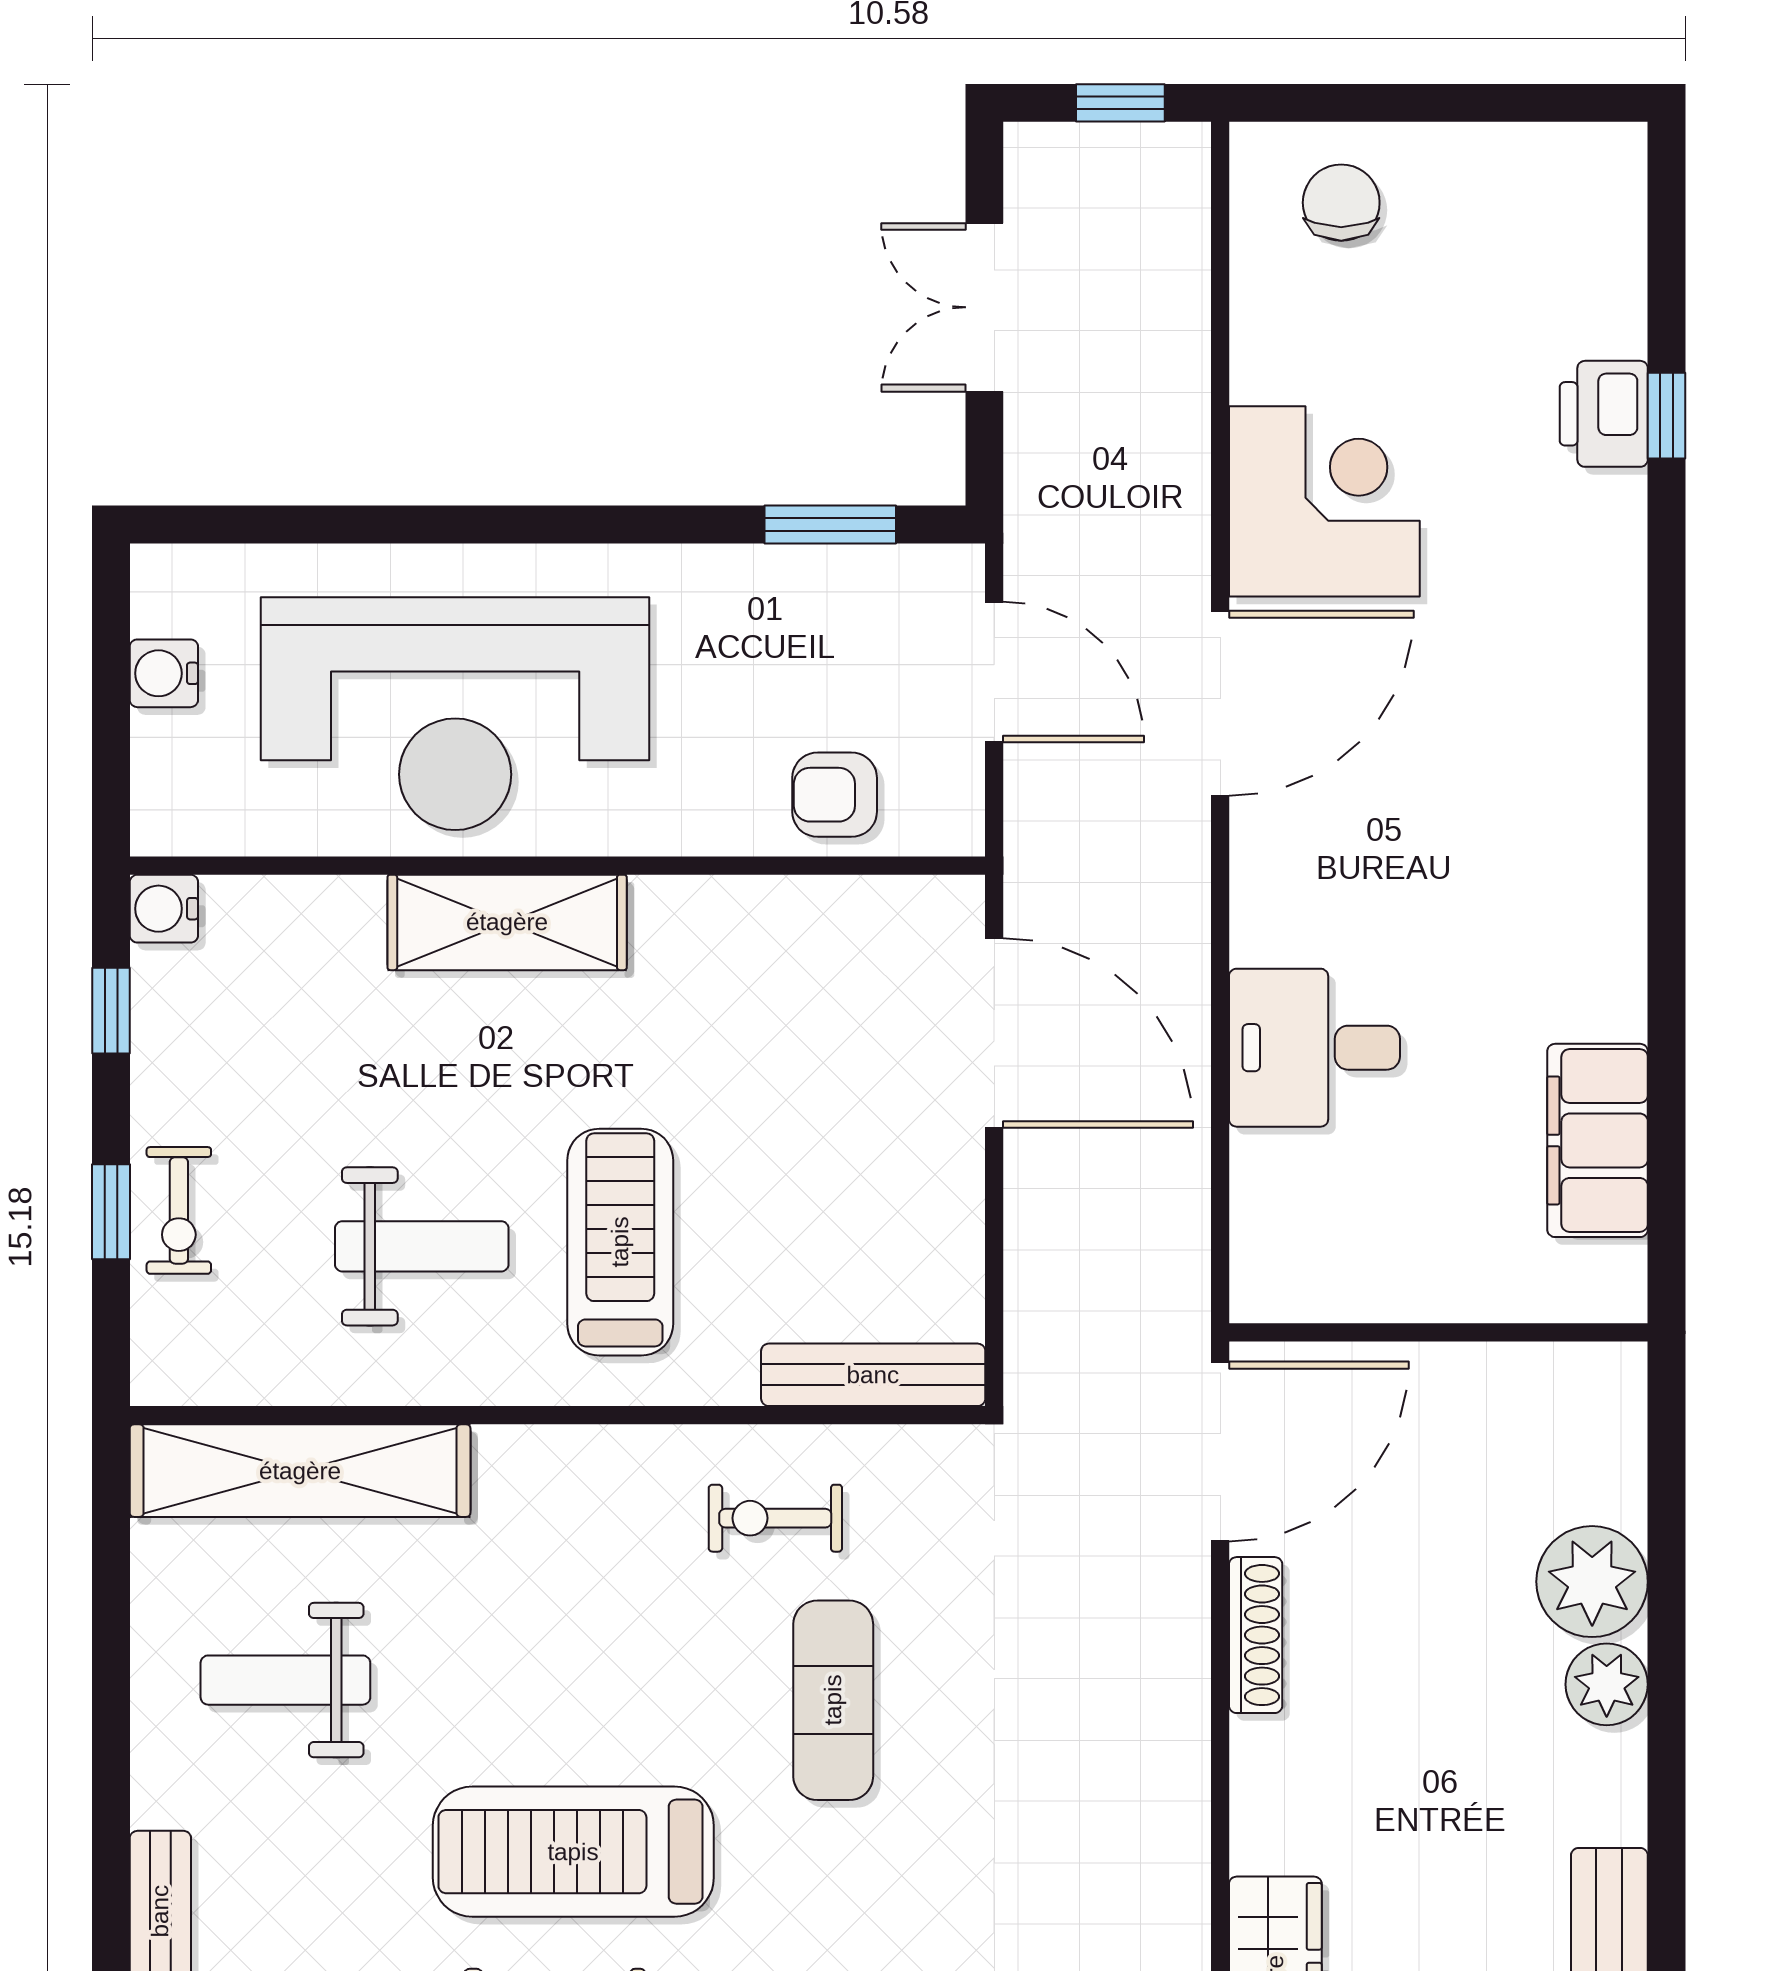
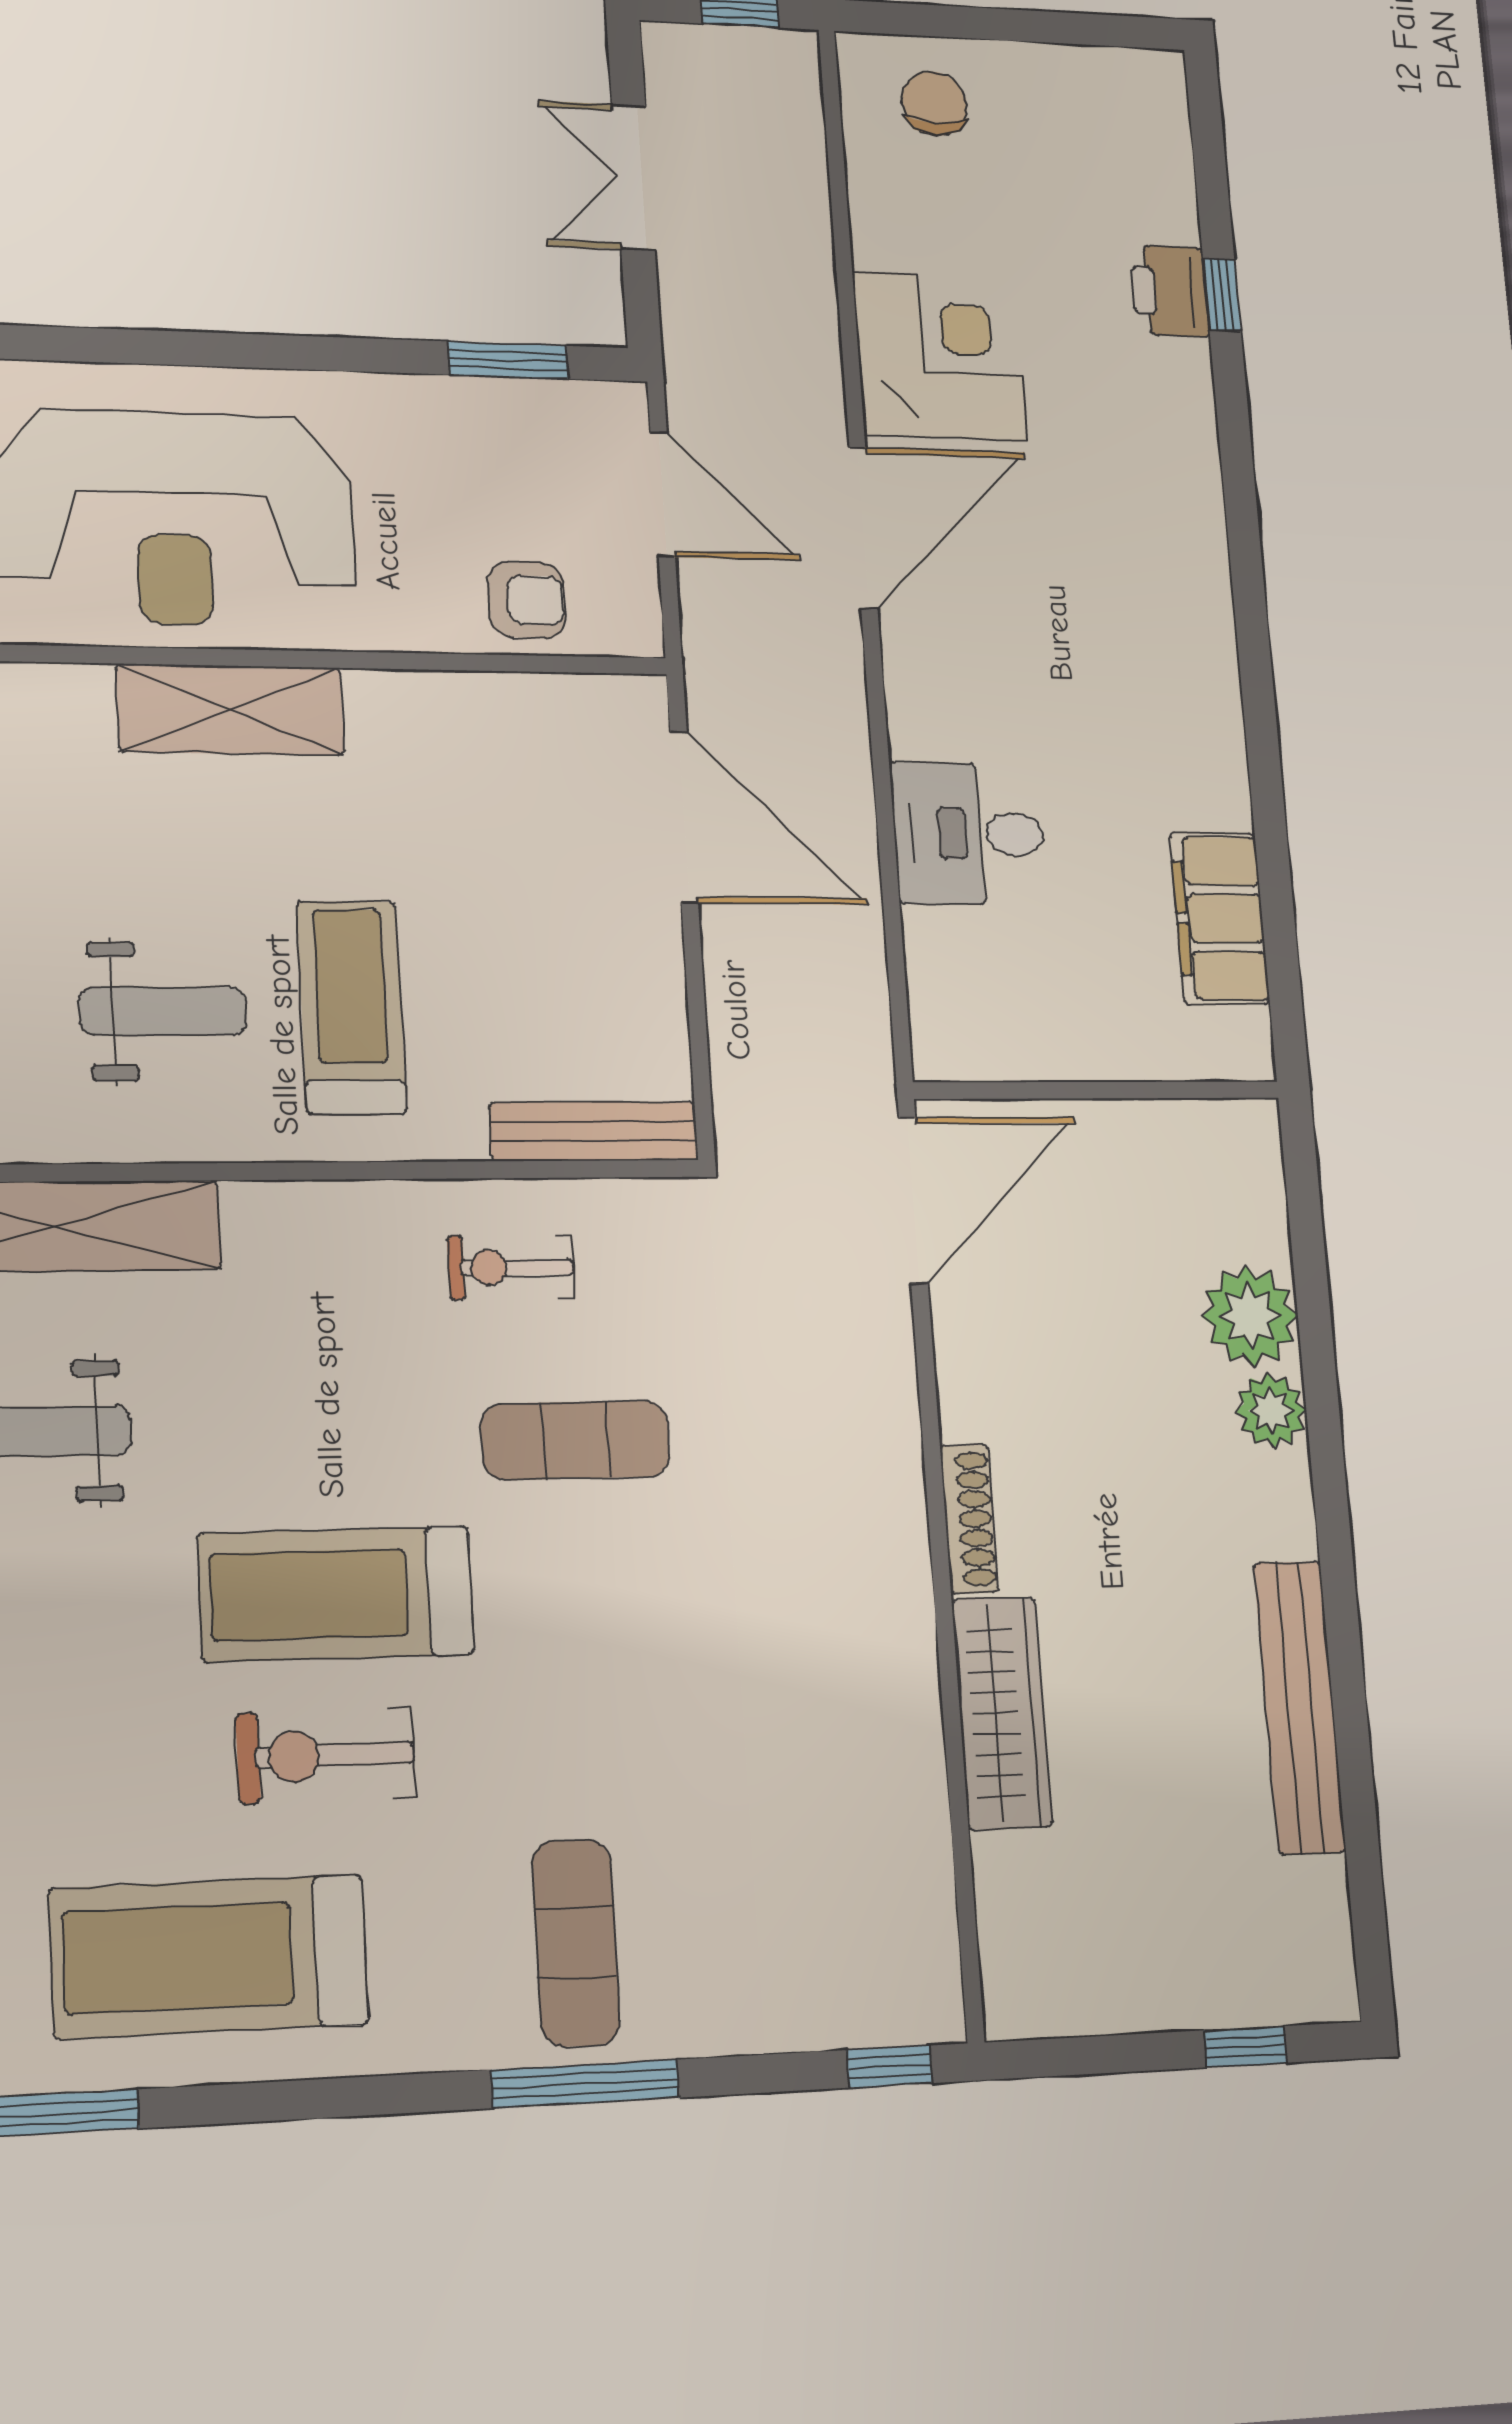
armchair: (835, 795) -> (526, 600), turned 180
shoe rack: (1256, 1635) -> (969, 1519), moved
exercise mat: (833, 1700) -> (575, 1440), turned 90

